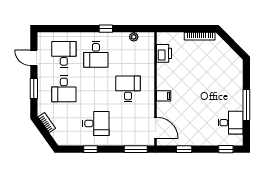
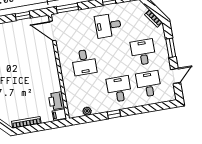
desk: (64, 54) -> (149, 84), turned 180
door: (34, 58) -> (176, 76), hinge flipped
filing cabinet: (164, 96) -> (59, 115), moved

